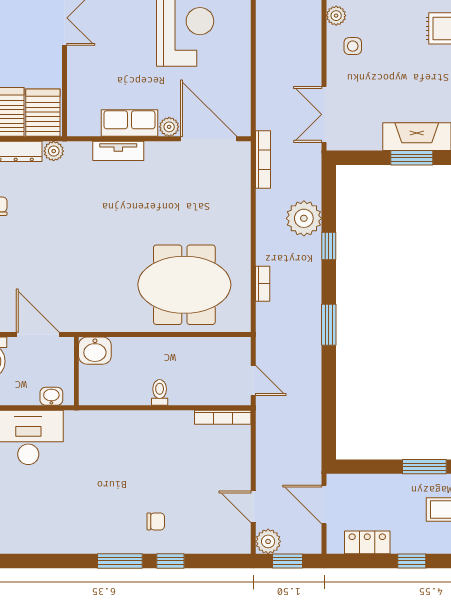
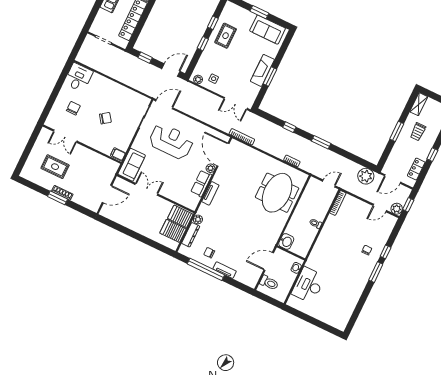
door: (209, 139) -> (223, 155), hinge flipped
plant: (304, 218) -> (366, 176), moved

